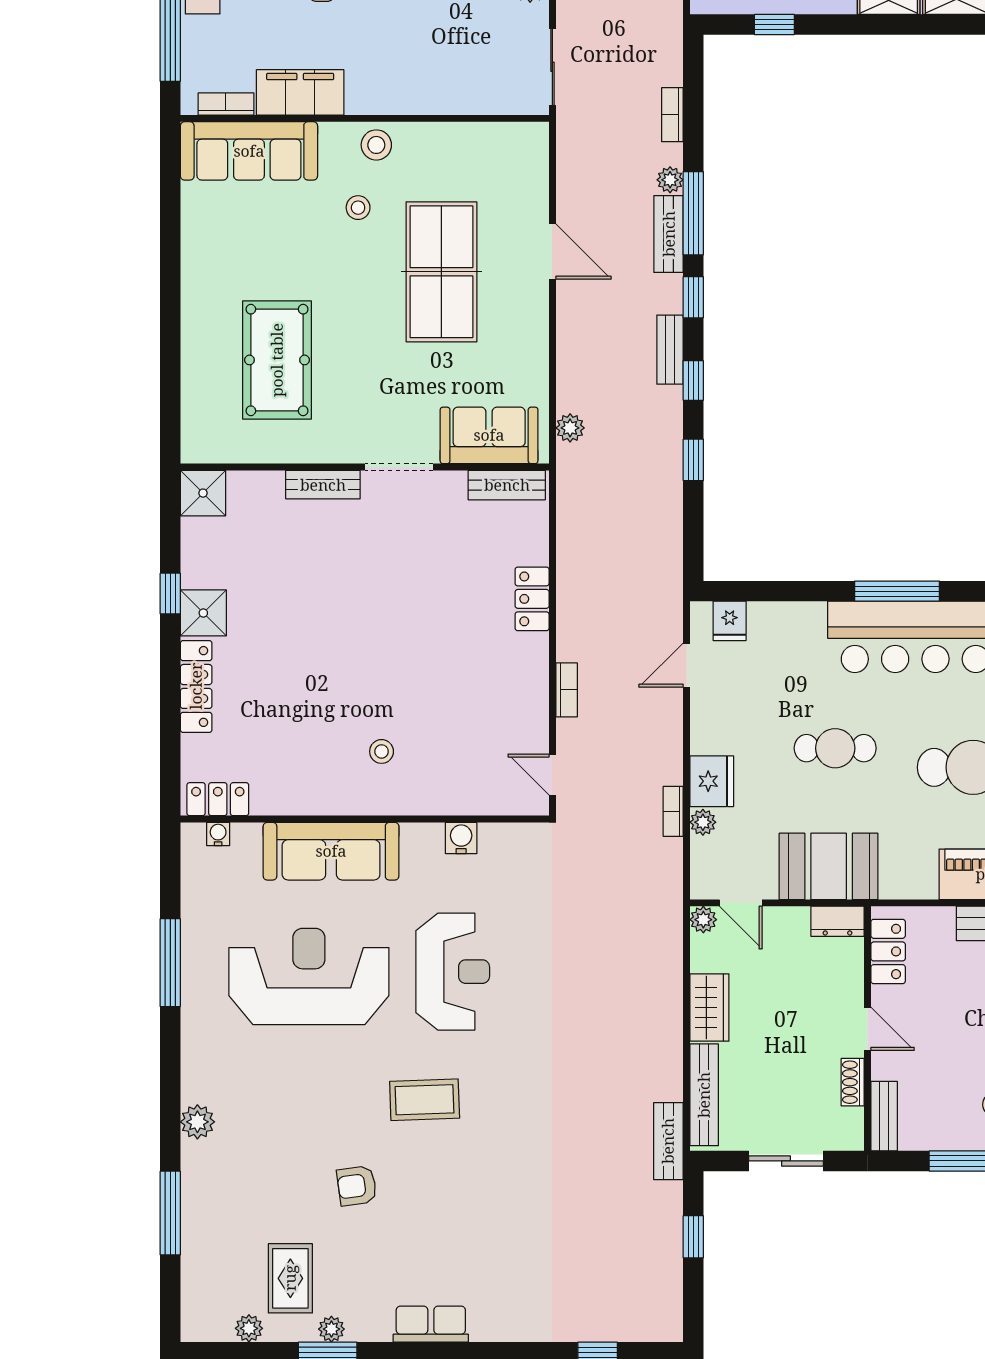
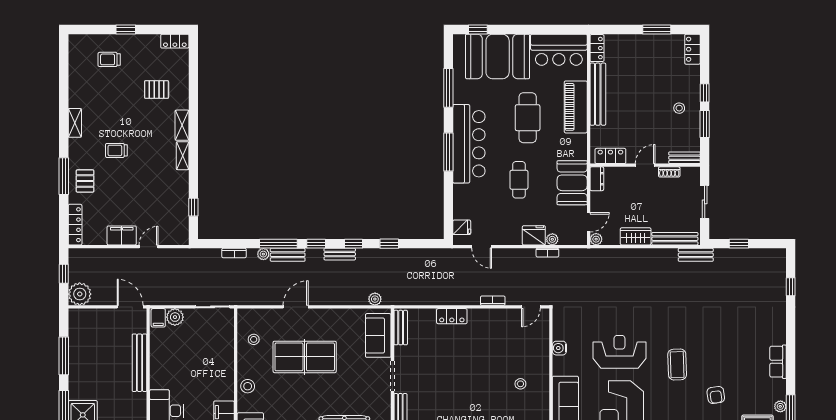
stool: (358, 208) -> (254, 339), moved

